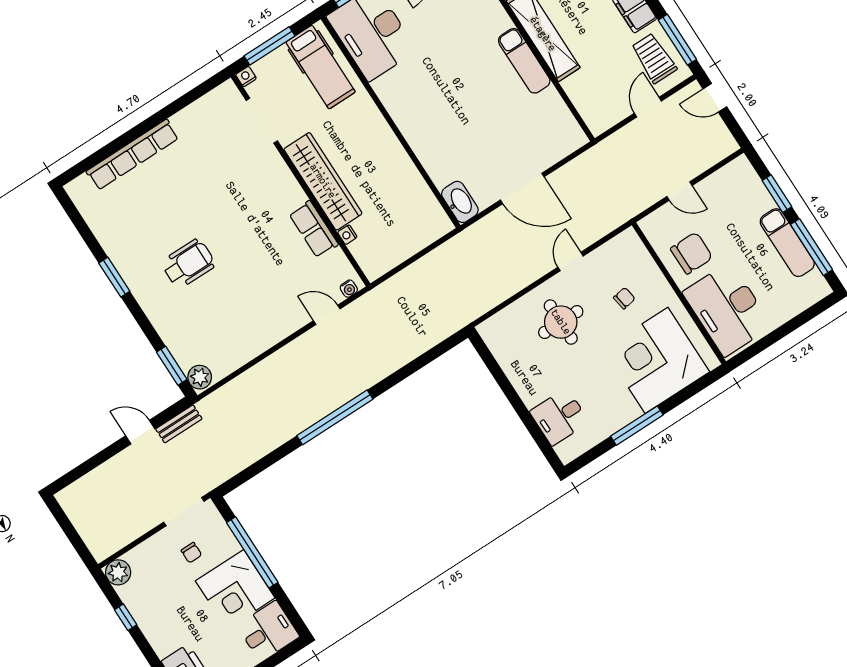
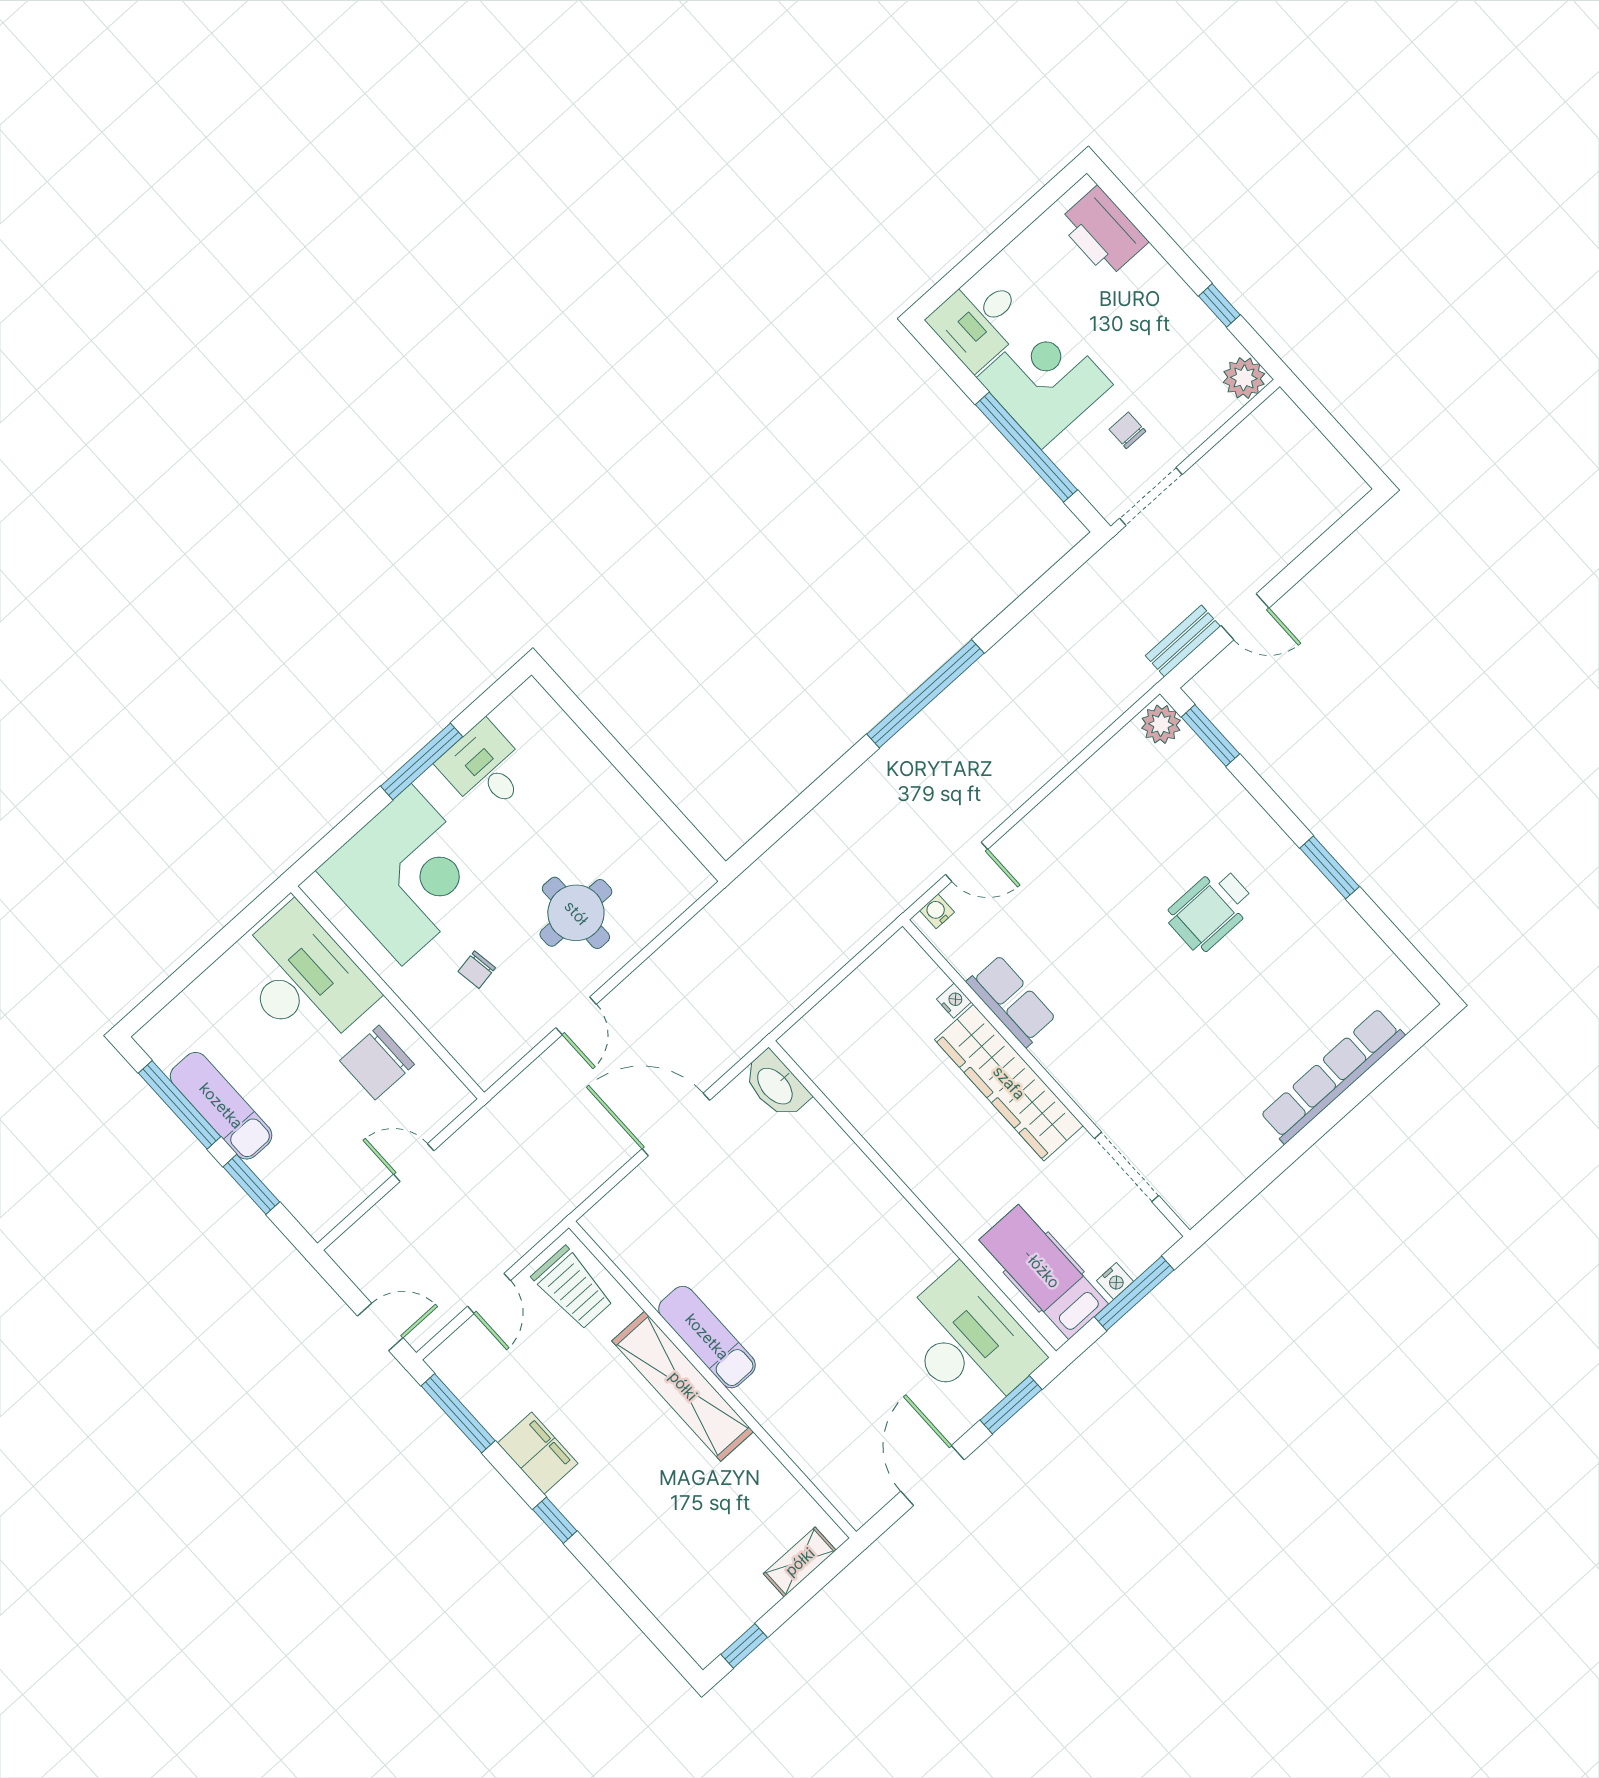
trolley: (654, 58) -> (573, 1288), moved
nightstand: (246, 77) -> (1115, 1281), moved
desk: (559, 417) -> (485, 768), moved, turned -90

